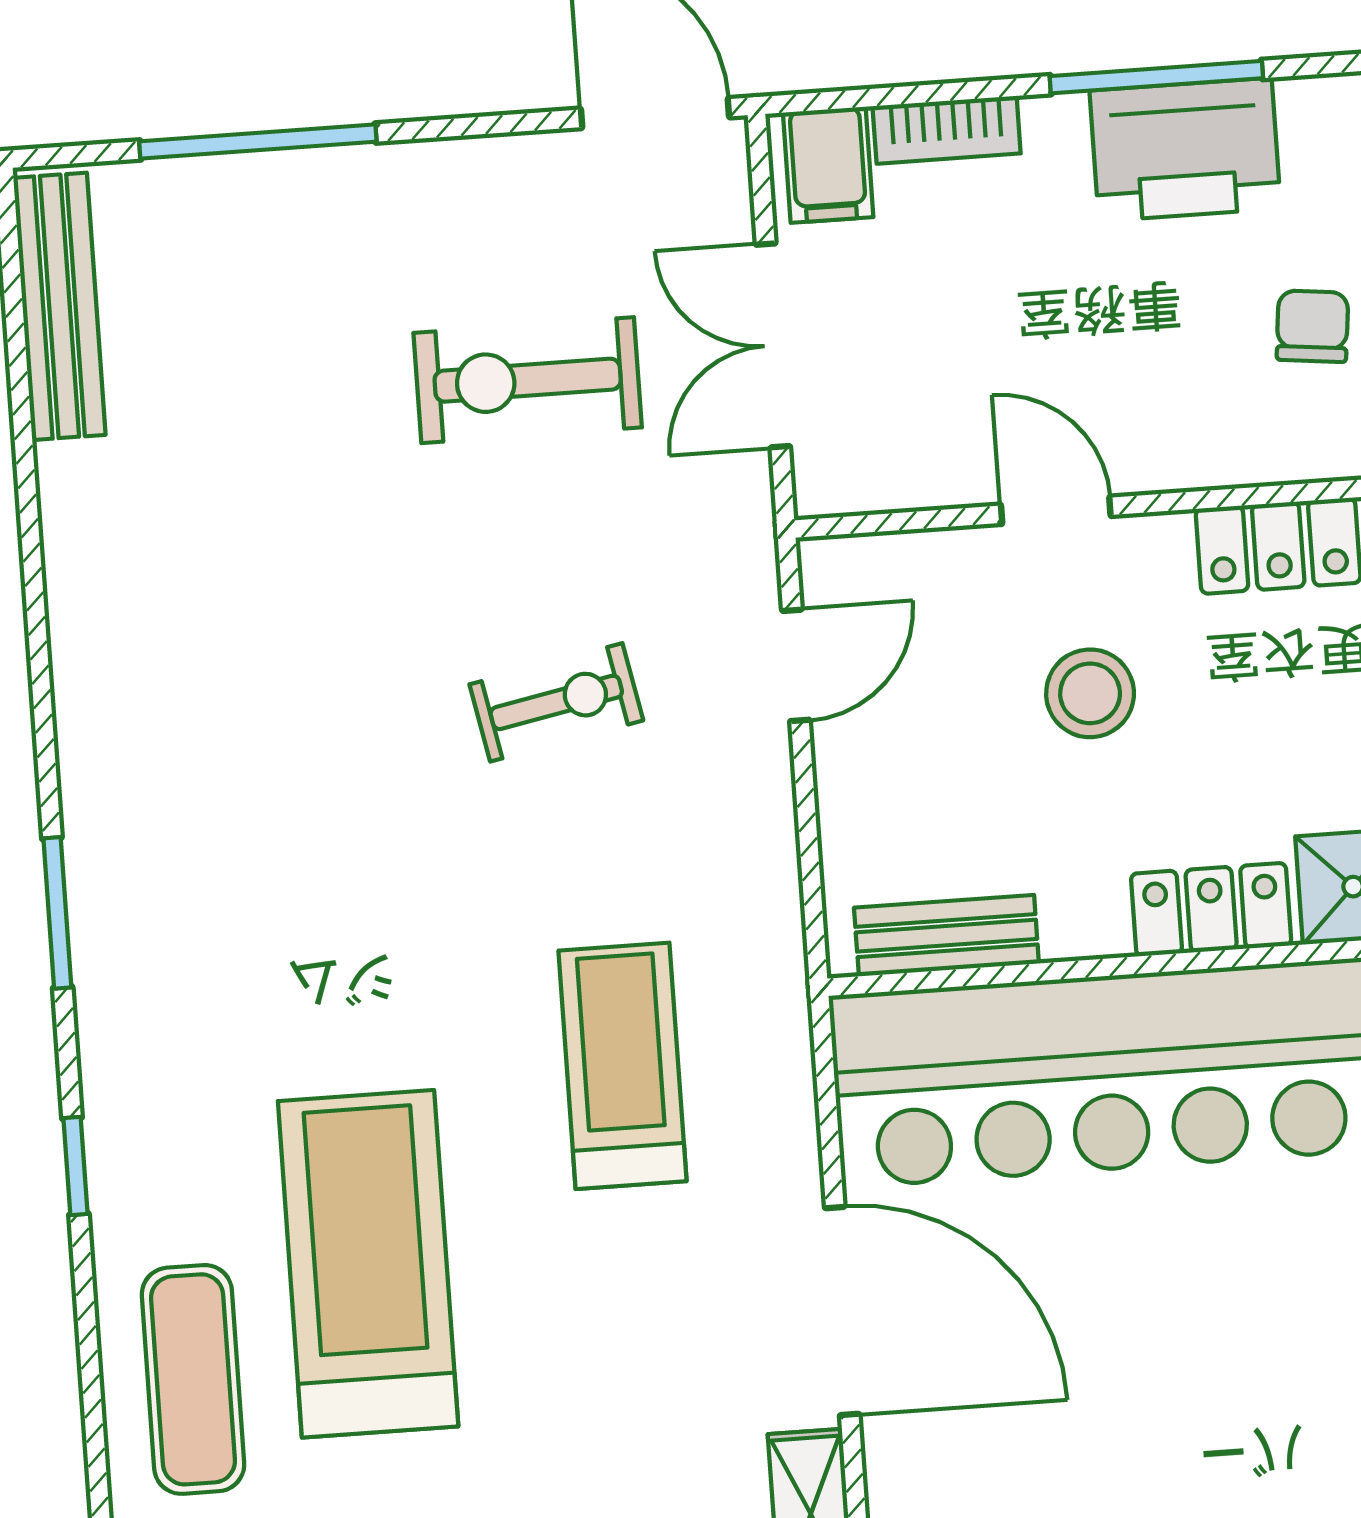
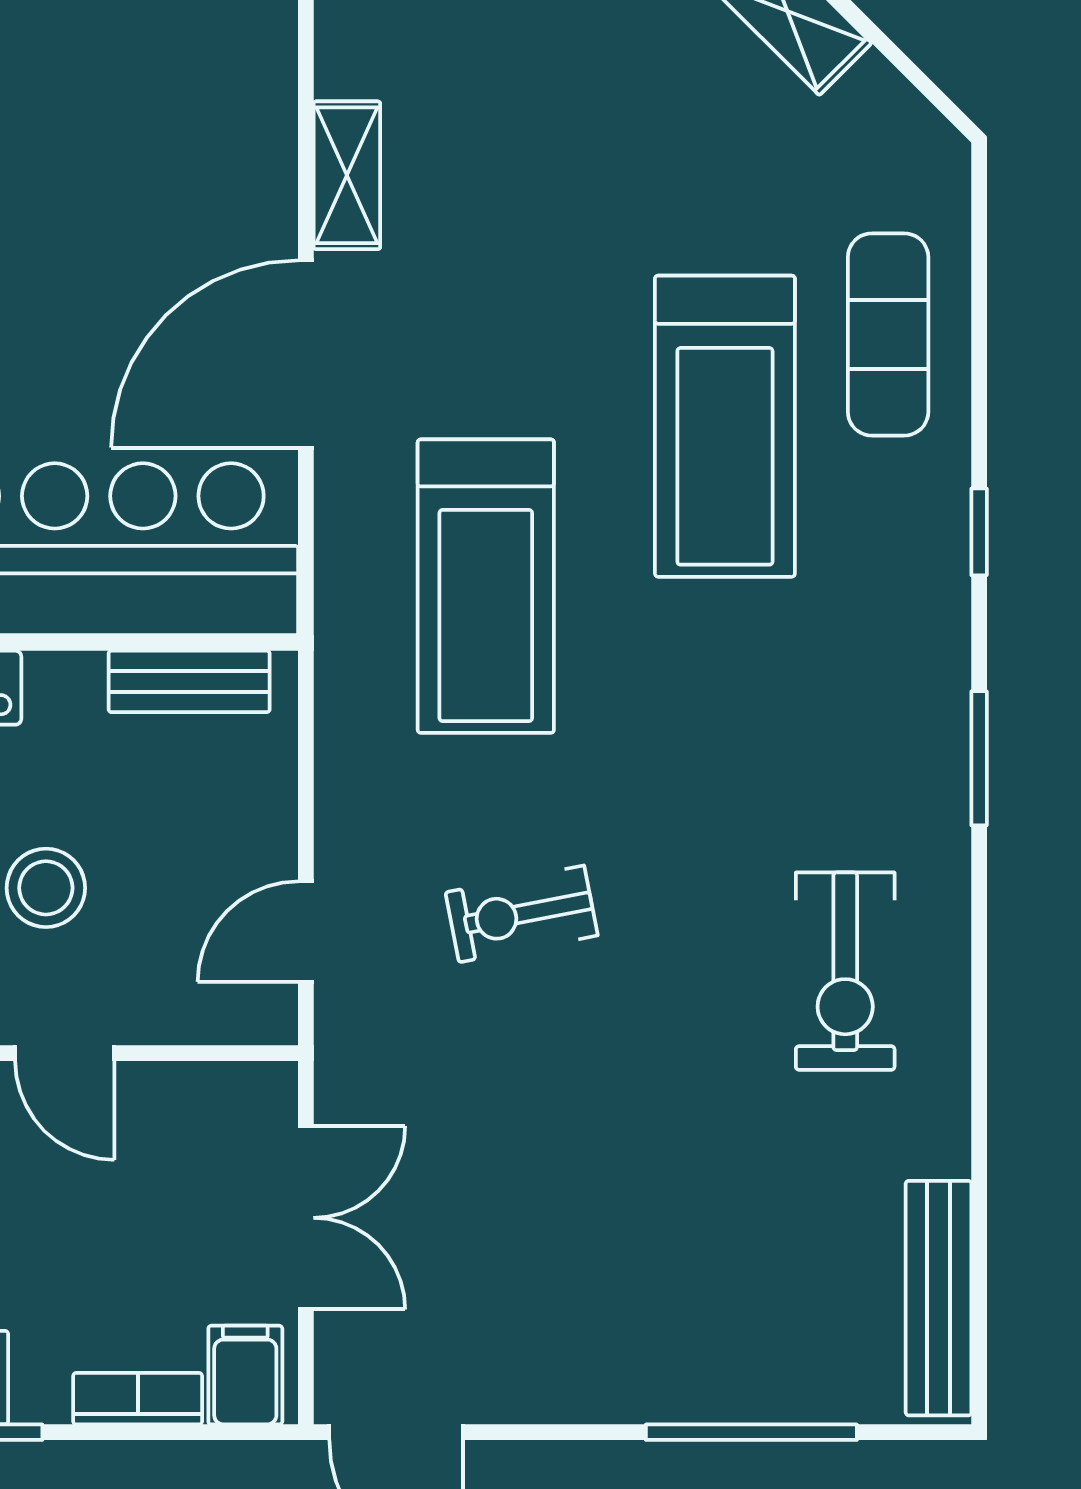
exercise bike: (528, 380) -> (845, 971), moved, turned 90
treadmill: (623, 1066) -> (486, 586), width x1.37, depth x1.38
door: (842, 1311) -> (306, 354), hinge flipped

